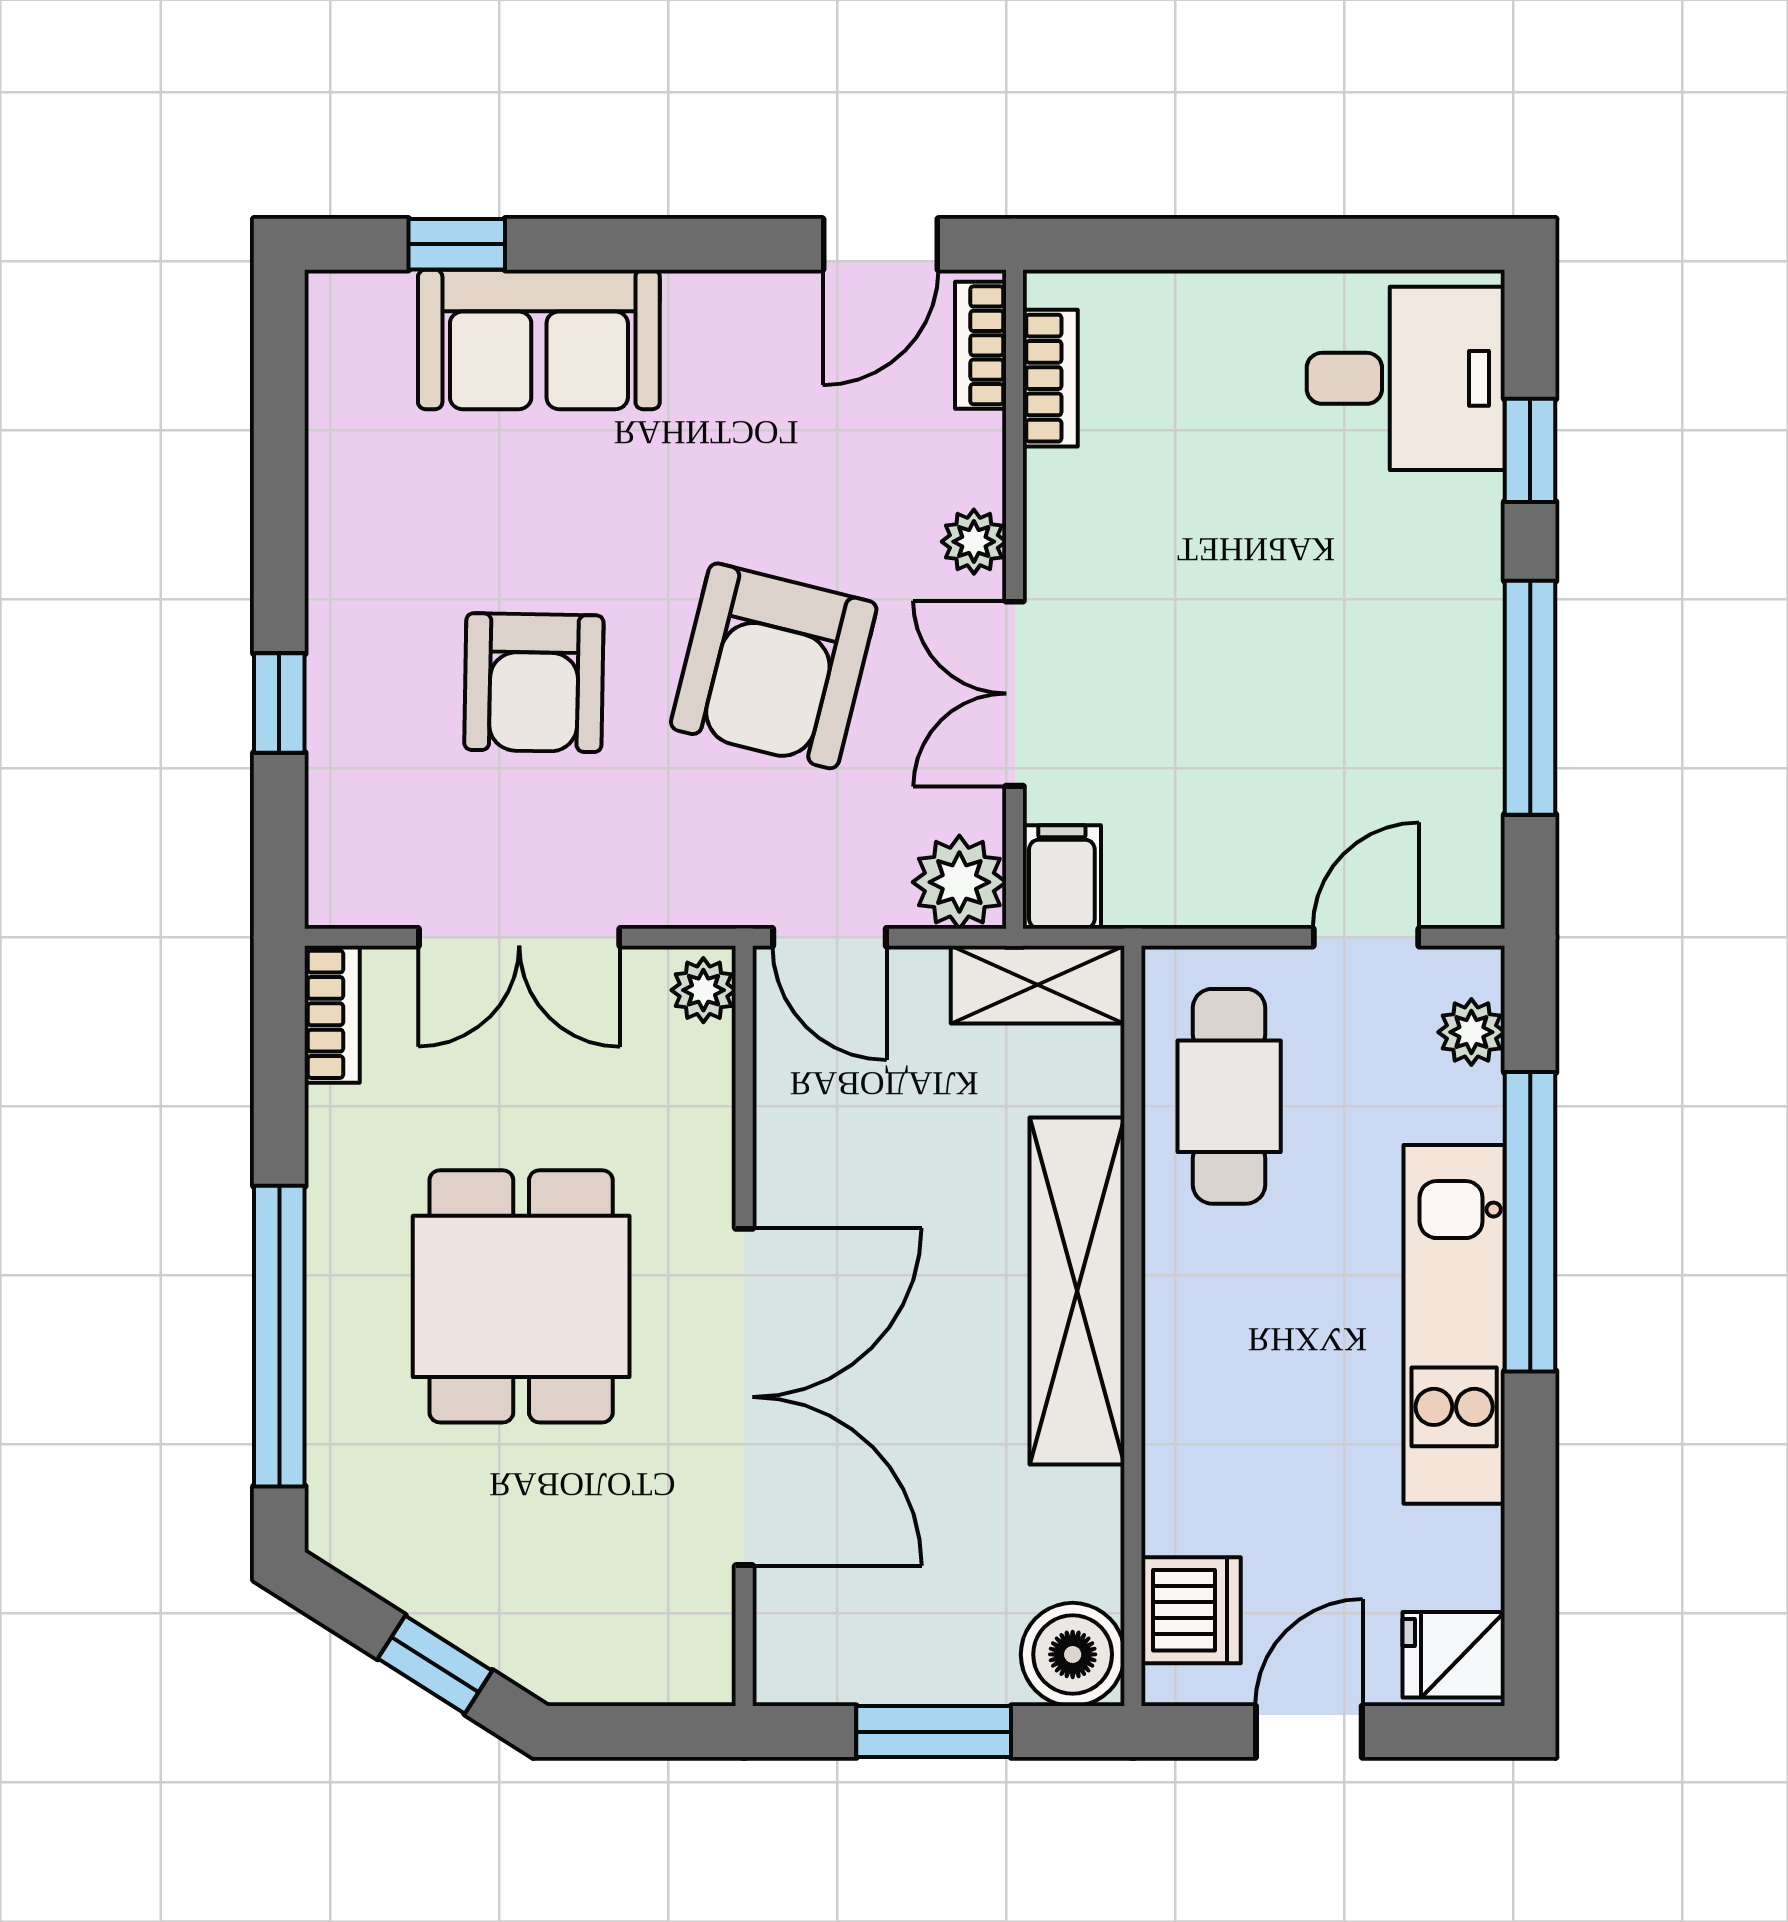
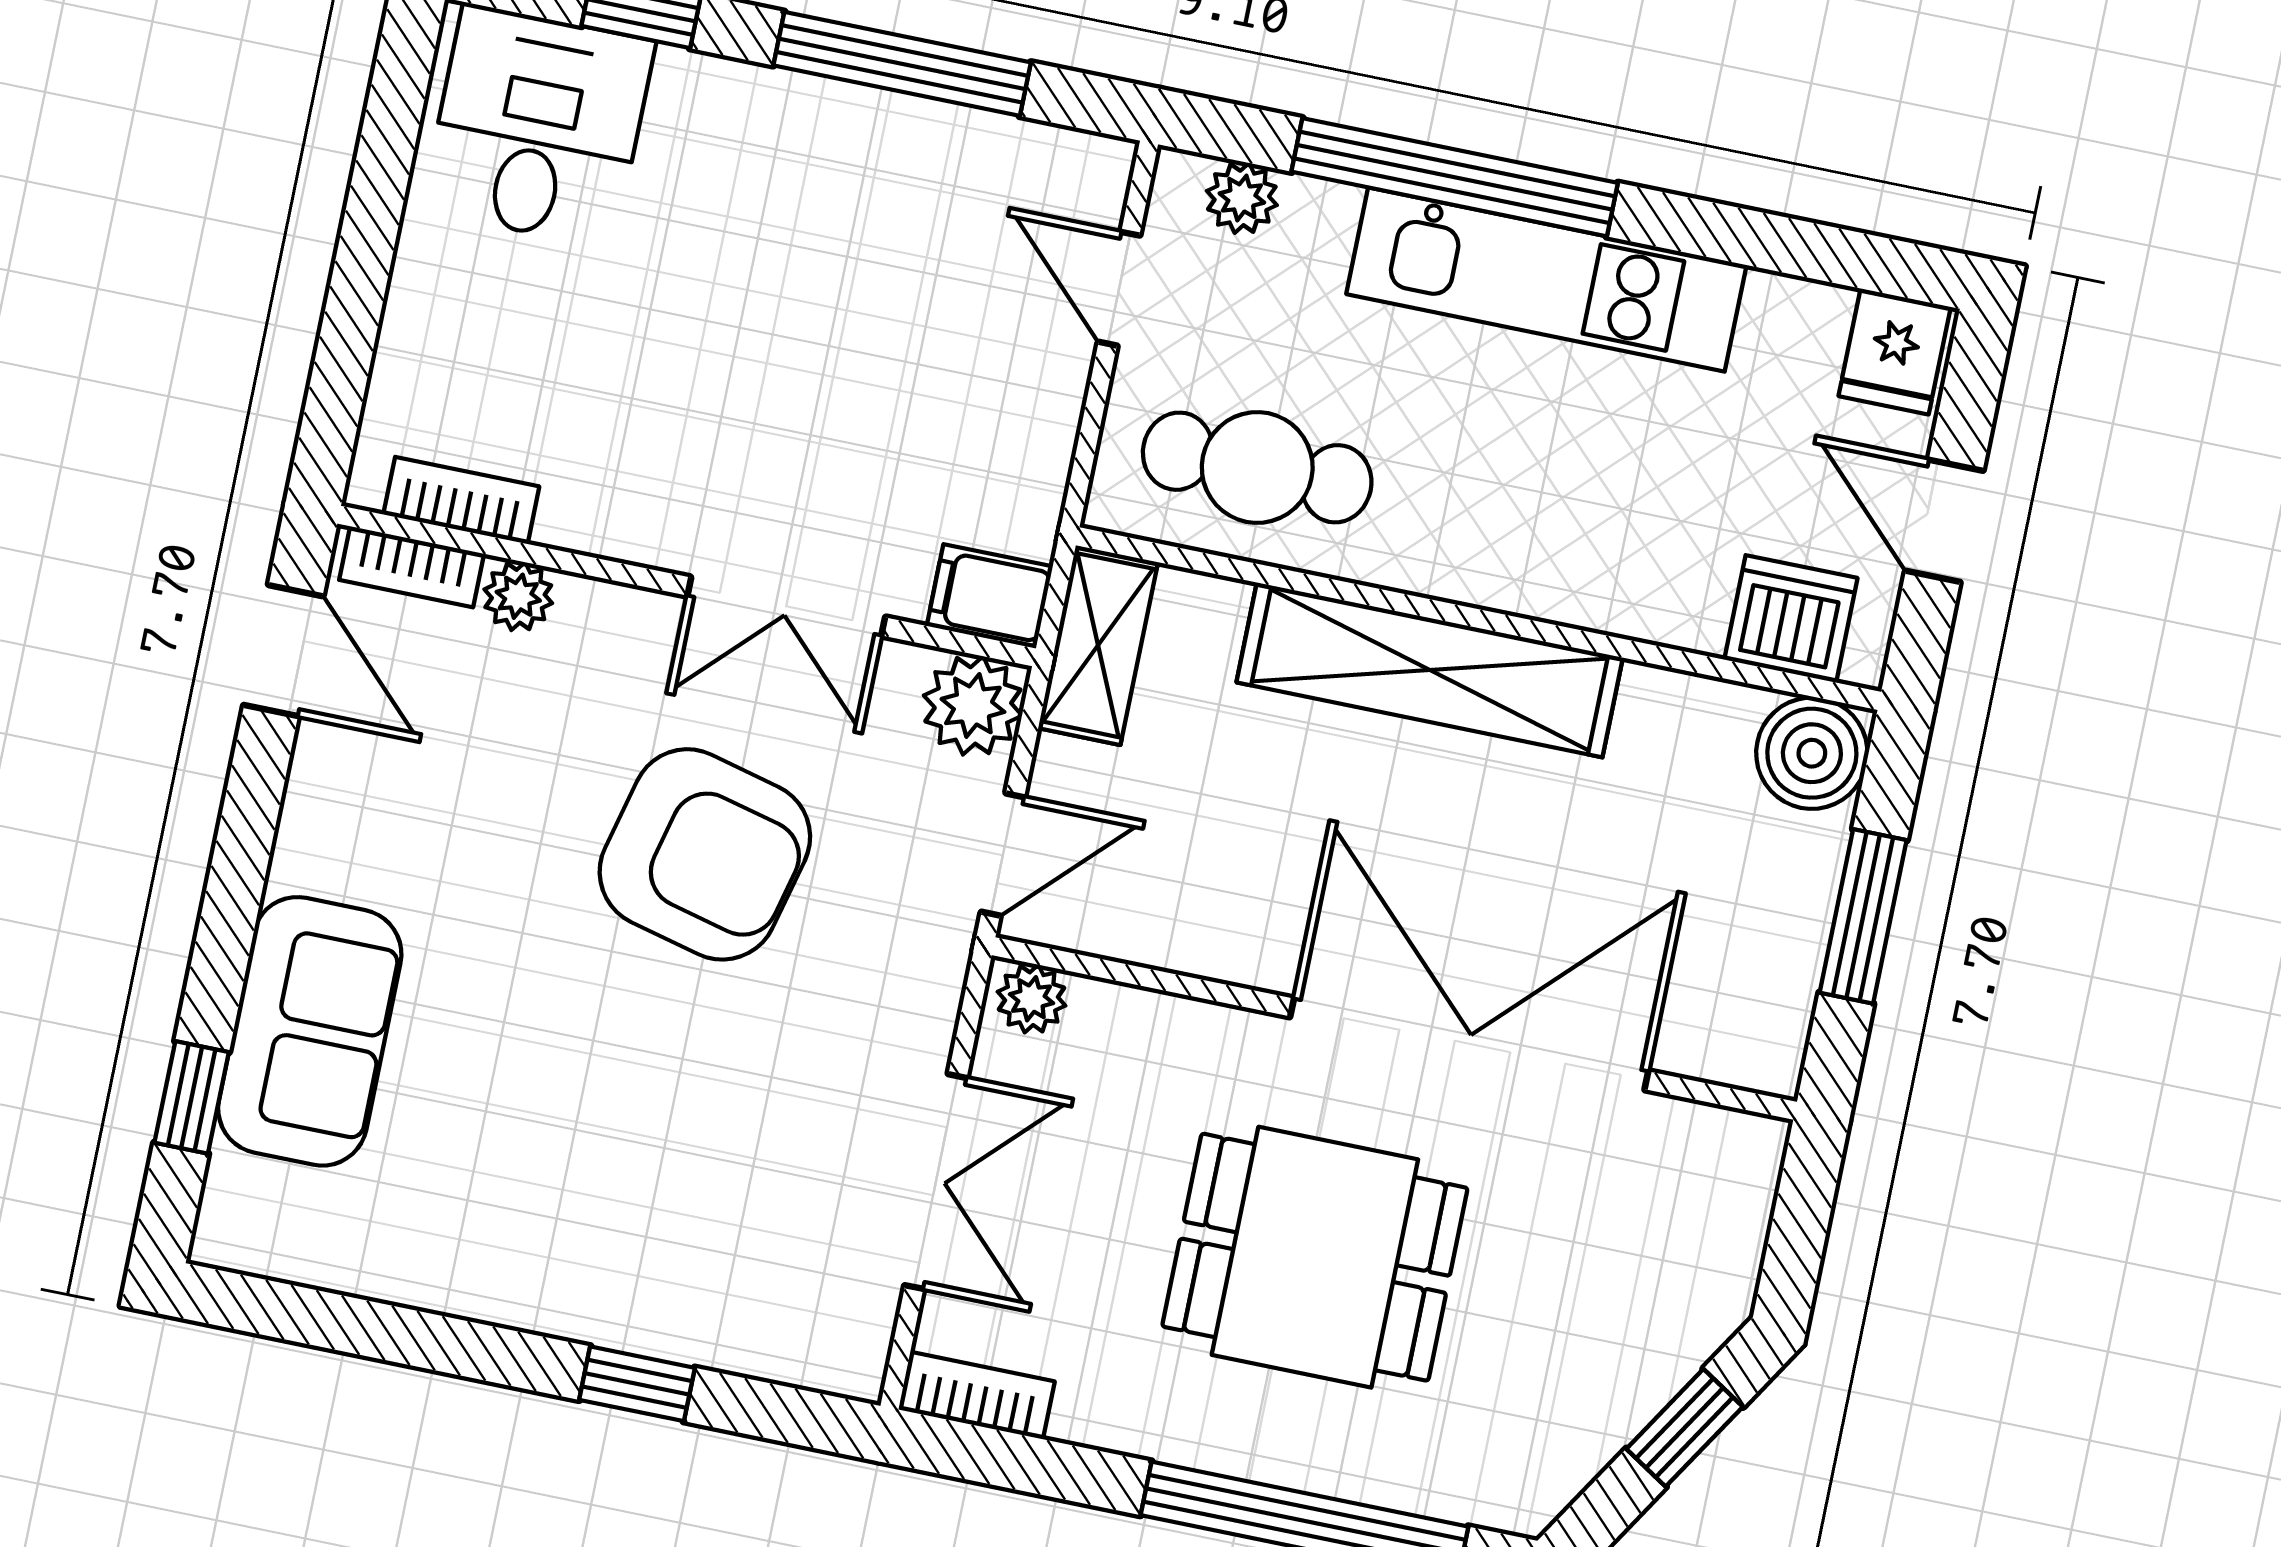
plant: (974, 542) -> (518, 596), moved
armchair: (534, 683) -> (671, 1111), removed

